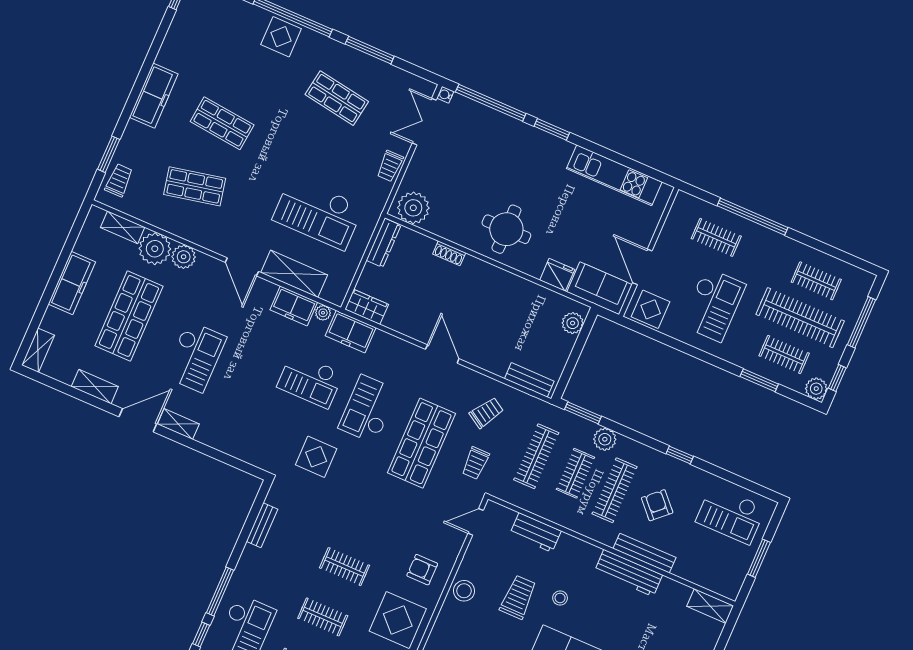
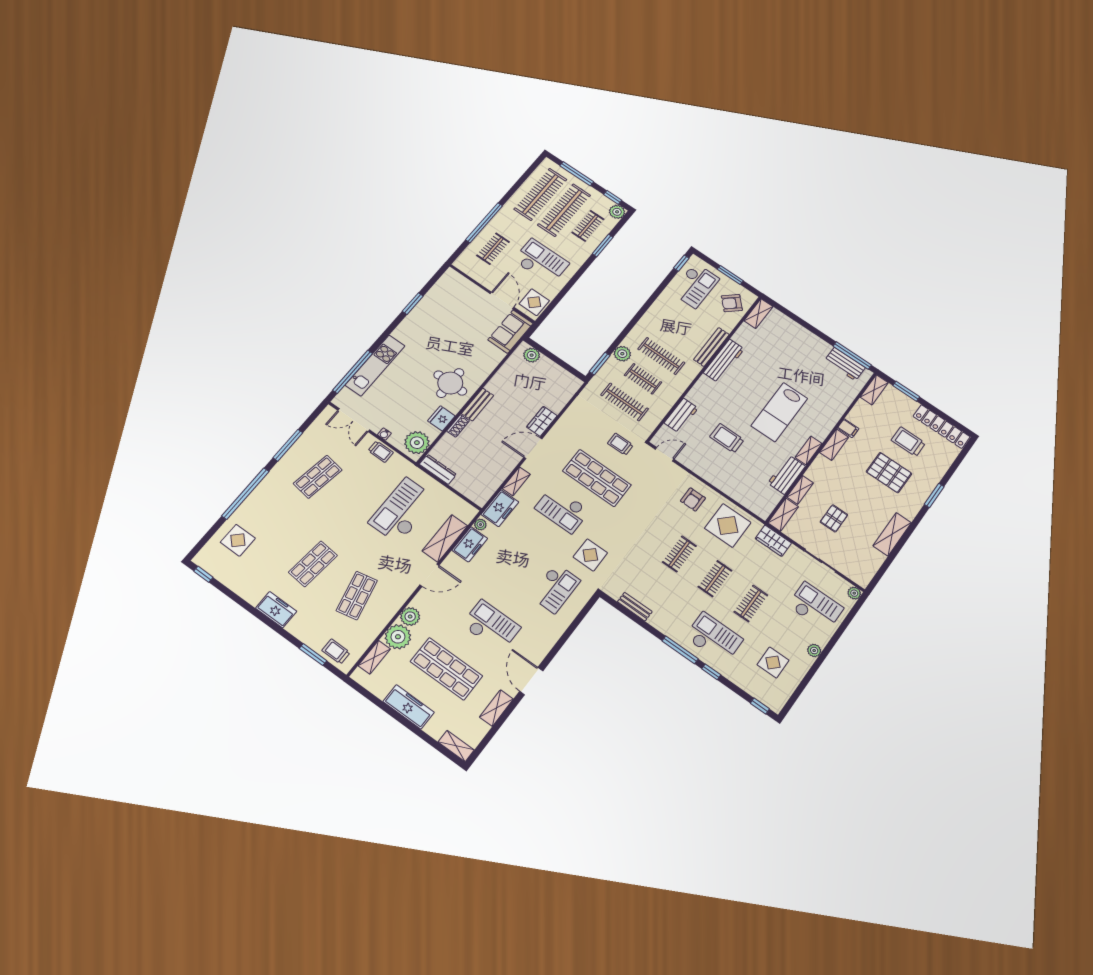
display table: (281, 37) -> (238, 540), moved
water cooler: (445, 95) -> (384, 434), moved
freezer: (154, 96) -> (276, 610), width x0.71
window: (552, 129) -> (413, 304), moved
kitchen unit: (614, 175) -> (375, 365), moved
checkout: (318, 213) -> (402, 511), turned 180
door: (642, 267) -> (502, 300), swing flipped
fridge: (557, 275) -> (441, 418), moved
clothes rail: (816, 281) -> (540, 194), width x1.86, depth x1.31
wardrobe: (367, 307) -> (542, 421), moved
checkout: (310, 380) -> (555, 588), moved
bench: (529, 380) -> (478, 404), moved
trolley: (487, 413) -> (584, 428), removed
shelving: (178, 424) -> (516, 481), moved
window: (680, 455) -> (681, 263), moved
trolley: (475, 463) -> (620, 444), turned 180
armchair: (657, 505) -> (732, 303), moved
door: (476, 522) -> (665, 454), swing flipped
stool: (464, 591) -> (715, 474), removed
stool: (560, 598) -> (733, 410), removed

